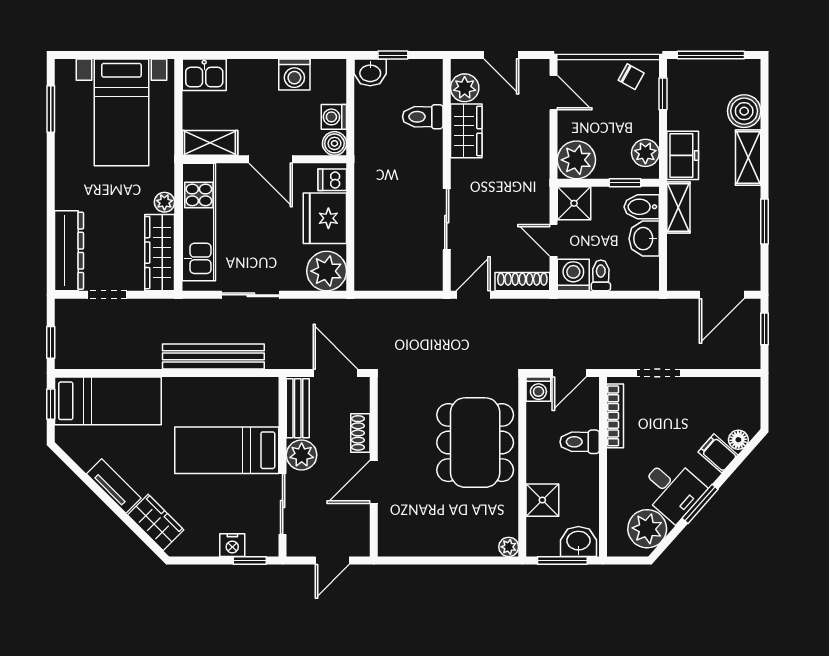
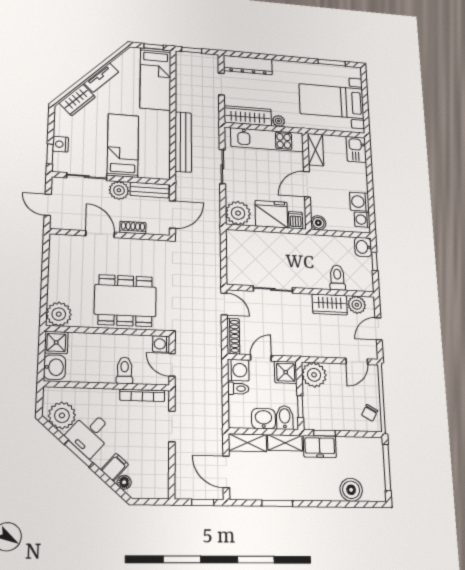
window: (663, 94) -> (324, 433), moved
washing machine: (334, 117) -> (362, 220), moved, turned -90
plant: (645, 153) -> (320, 421), removed
shelving: (748, 158) -> (248, 443), moved
shower: (542, 500) -> (56, 342), moved
plant: (509, 547) -> (59, 314), width x1.88, depth x1.88
window: (562, 561) -> (41, 356), removed

